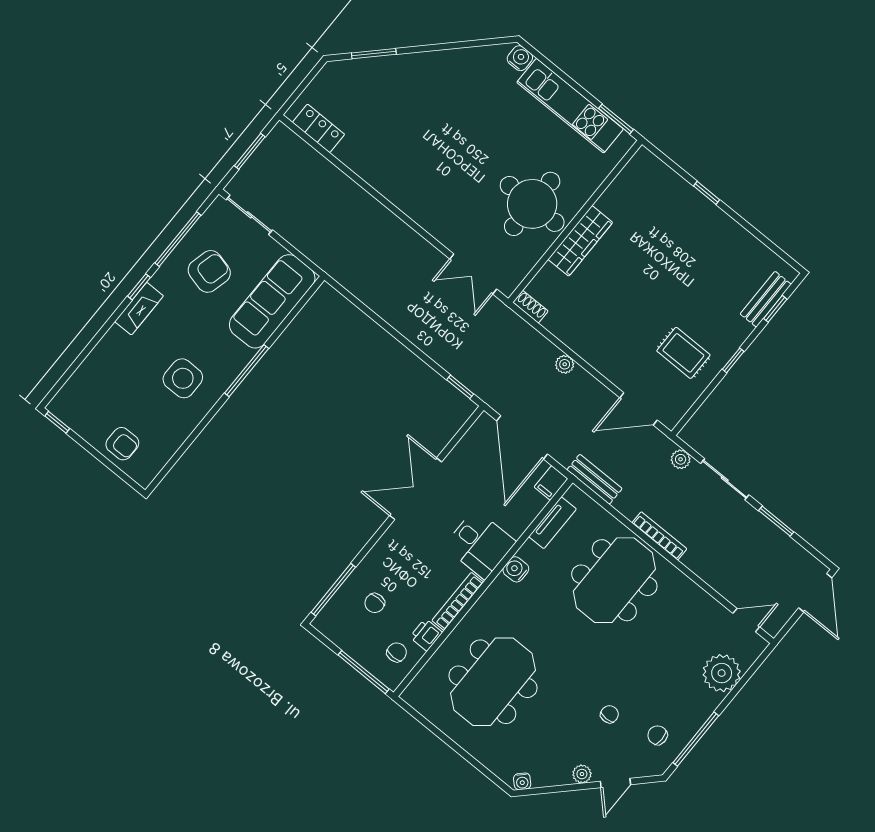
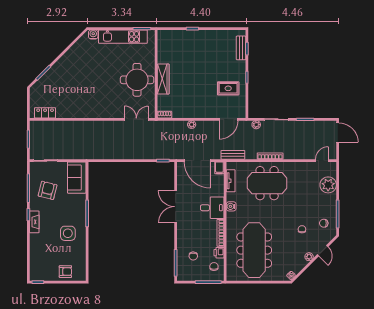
double door: (473, 274) -> (136, 119), swing flipped
sofa: (272, 301) -> (77, 178), width x0.73
meeting table: (614, 580) -> (267, 183), turned 90
meeting table: (493, 682) -> (254, 250), width x1.36

